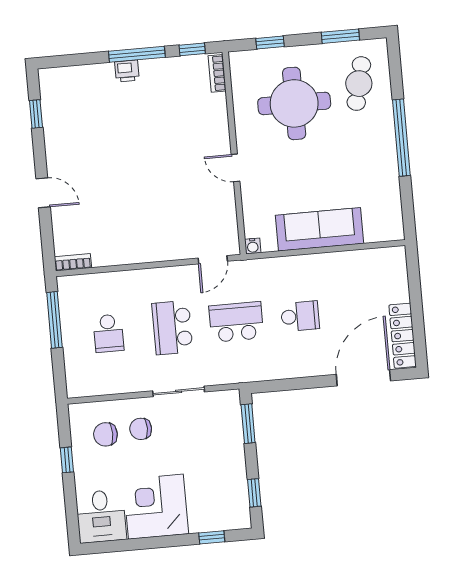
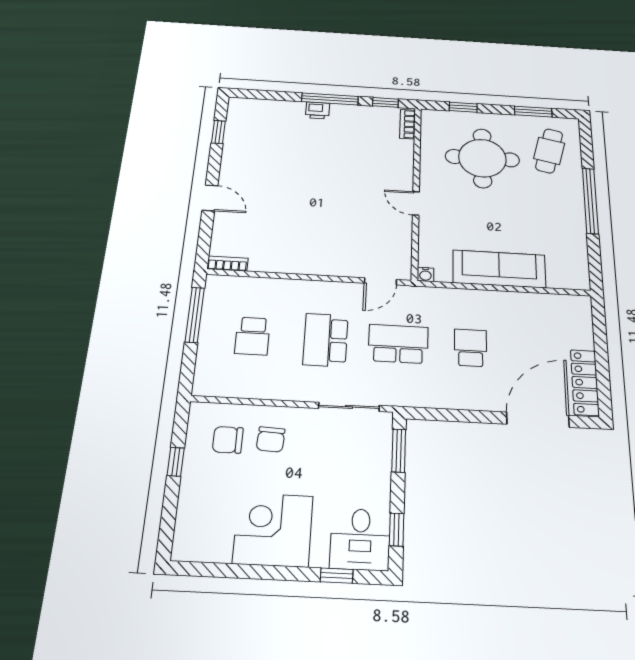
school desk: (300, 316) -> (471, 348), turned -90
sliding door: (179, 391) -> (349, 407), moved
chair: (141, 429) -> (271, 439), turned -87
desk: (101, 516) -> (360, 539), moved

